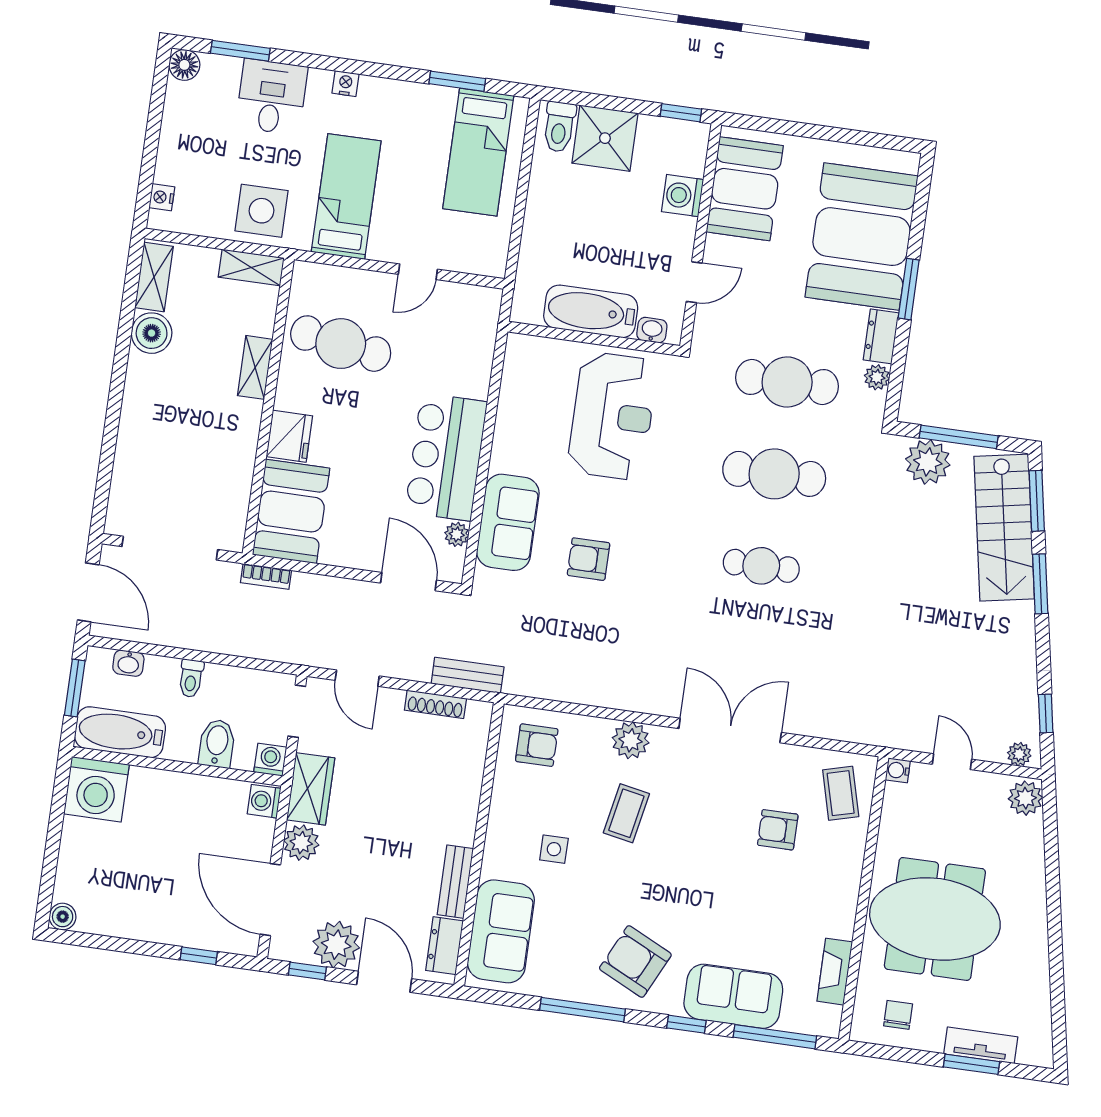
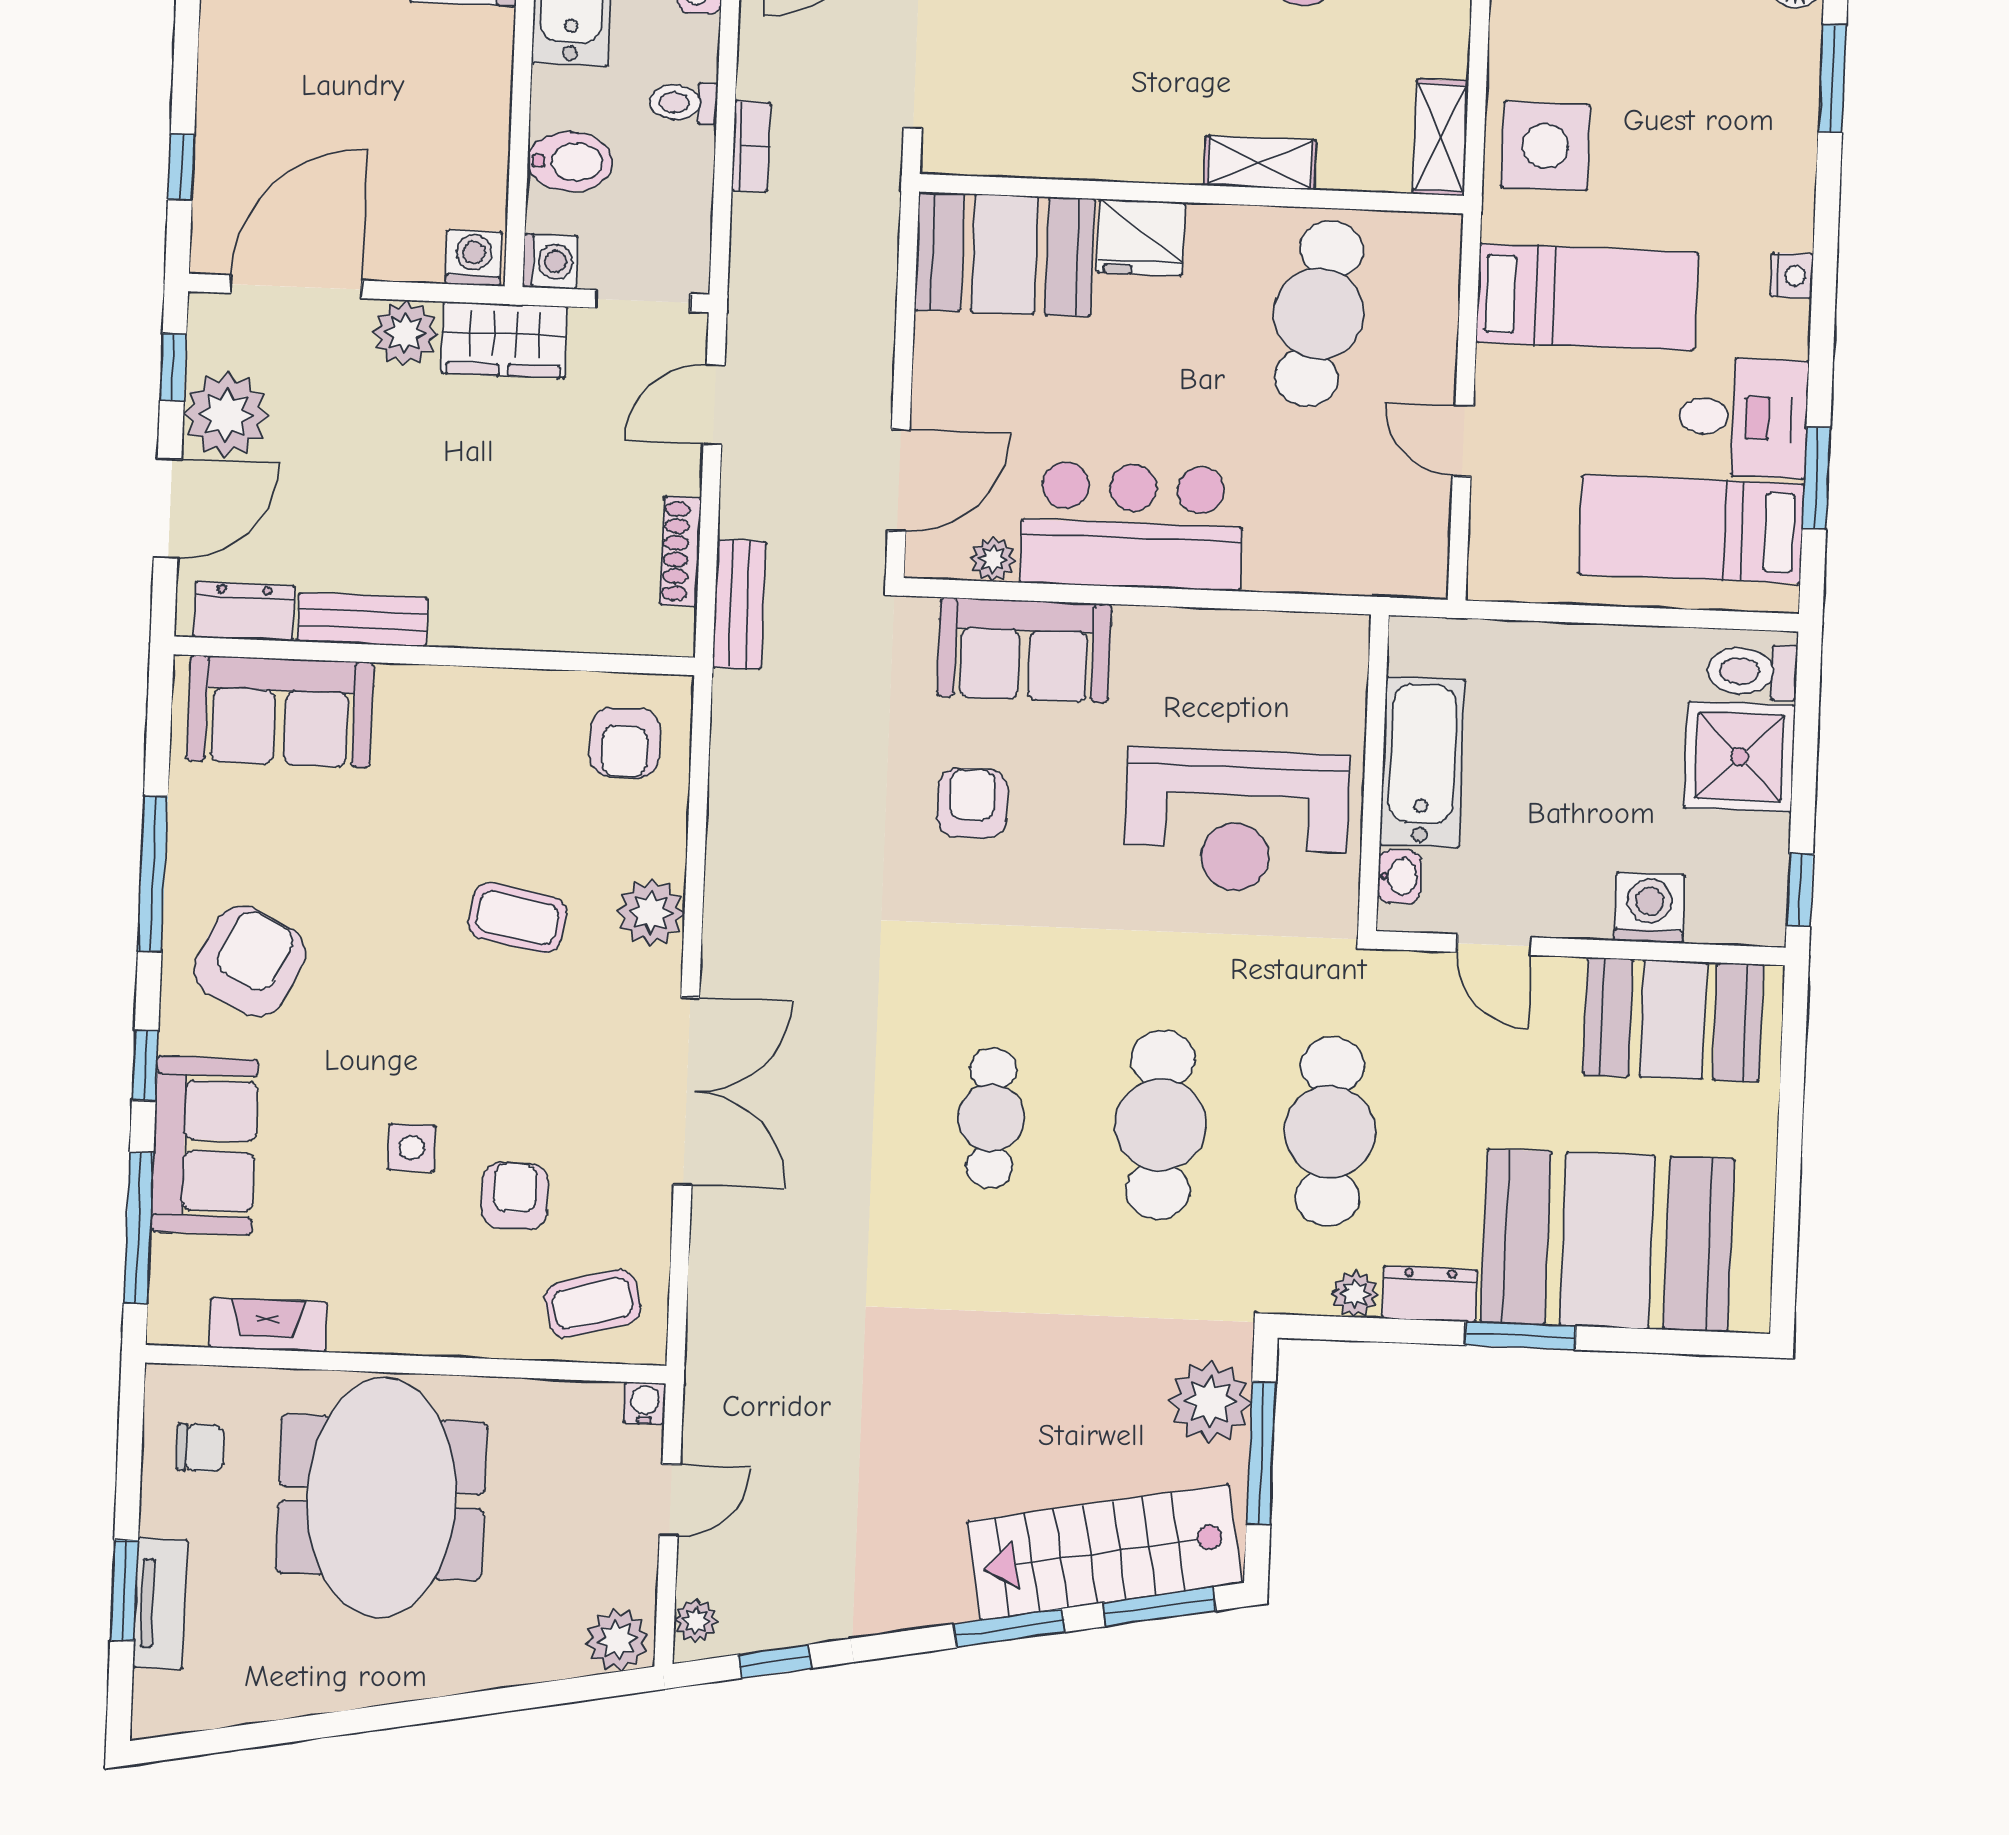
desk: (272, 97) -> (1743, 417), moved
bookcase: (266, 576) -> (751, 146), moved, turned 180
side table: (554, 849) -> (412, 1148), moved

